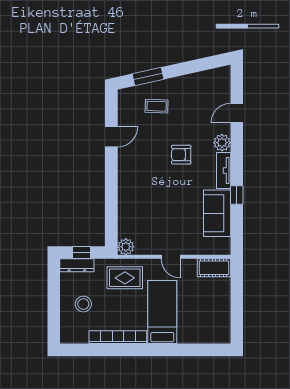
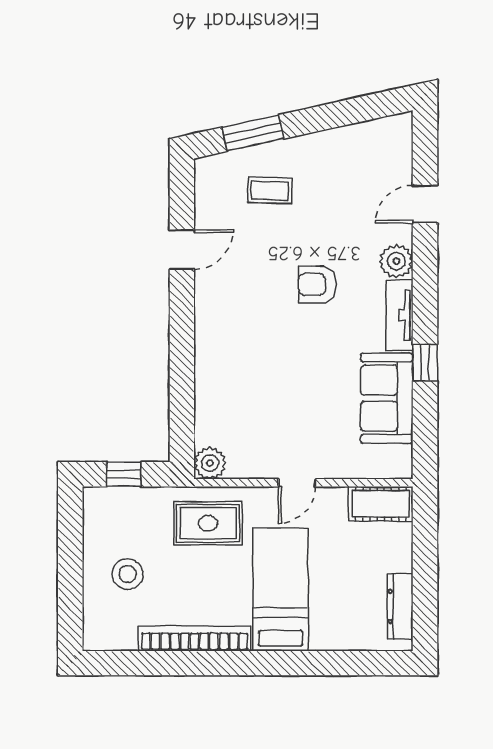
door: (171, 257) -> (297, 483), hinge flipped
dresser: (77, 265) -> (400, 606), moved, turned 90

